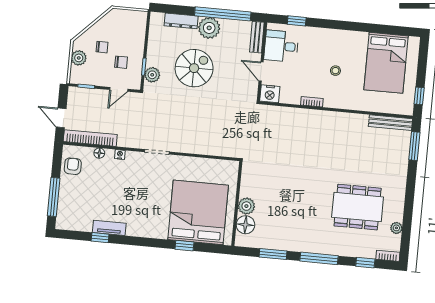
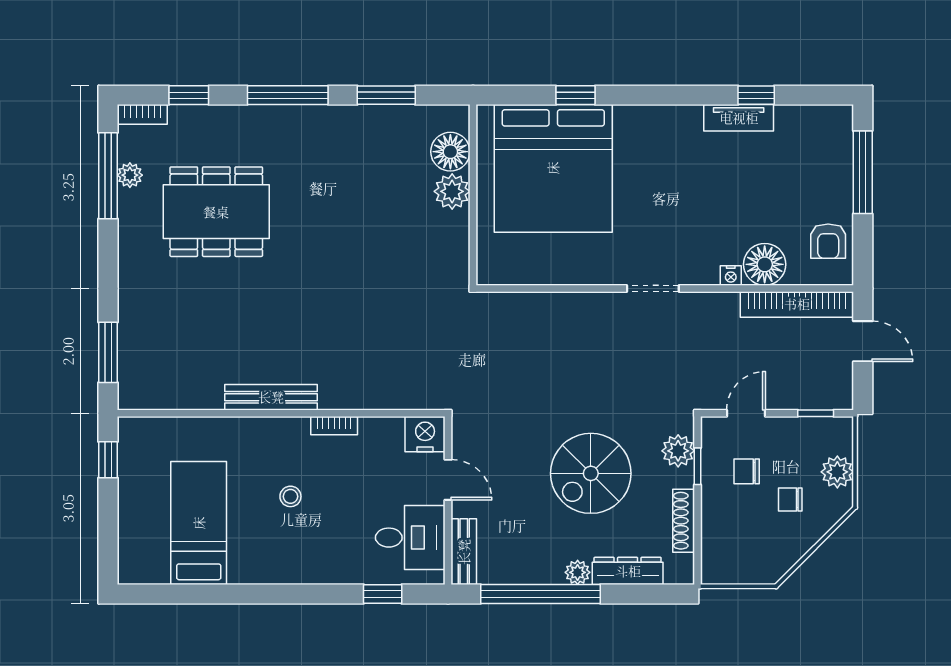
plant: (209, 28) -> (578, 572), width x0.53, depth x0.53
shoe rack: (153, 42) -> (684, 521), added
bed: (386, 63) -> (199, 523), width x0.67
bench: (390, 123) -> (271, 397), moved
floor lamp: (99, 153) -> (765, 264), width x1.89, depth x1.89
window: (407, 229) -> (108, 176), added

